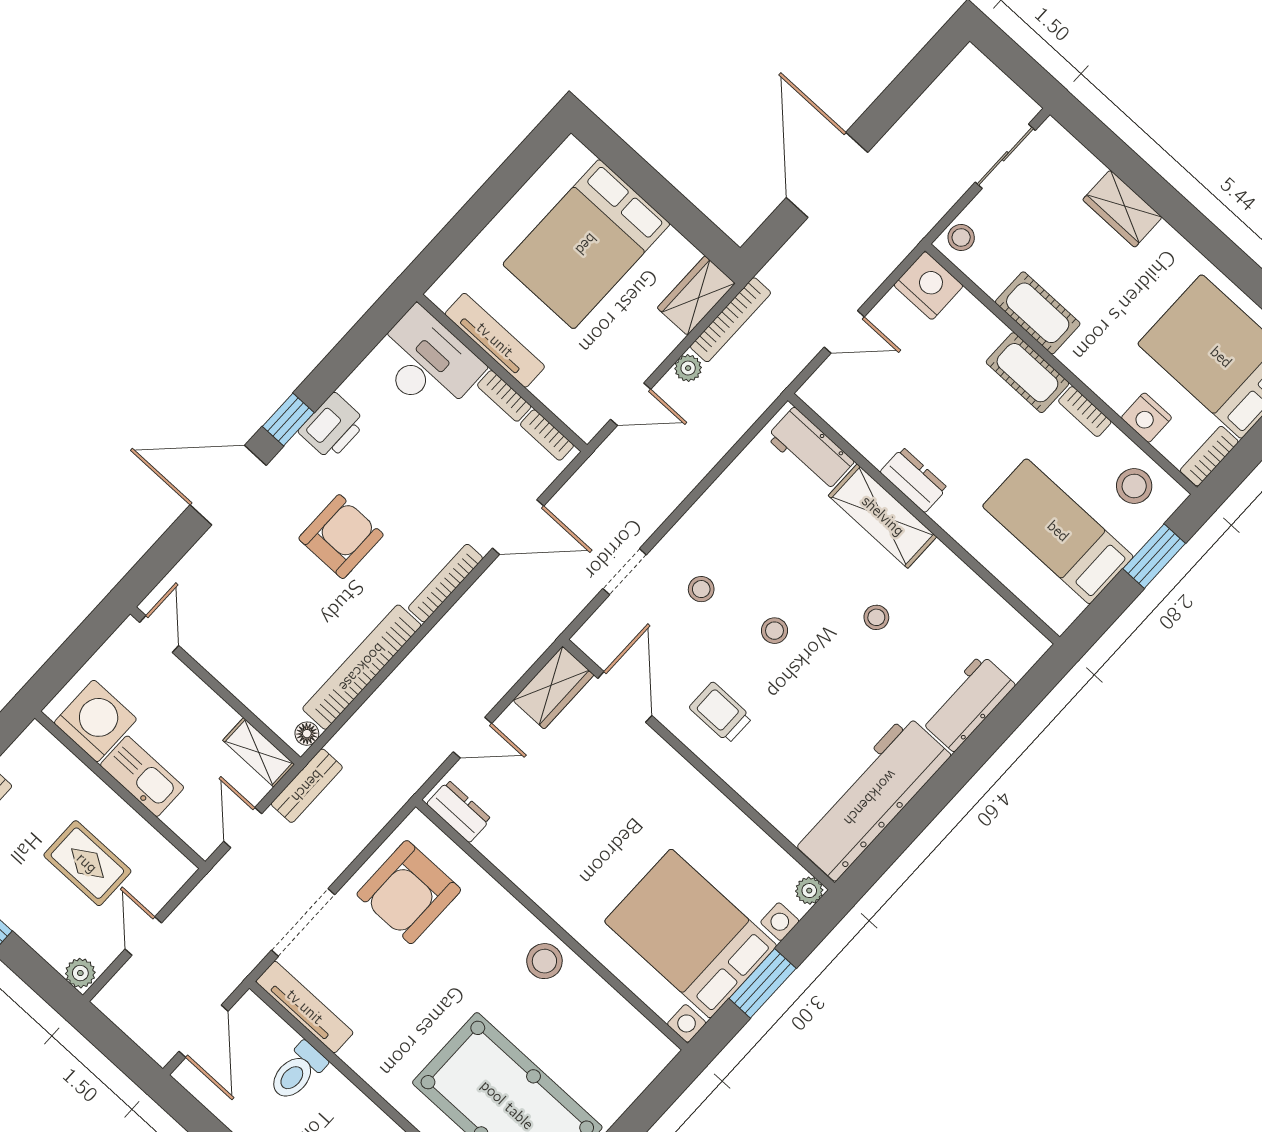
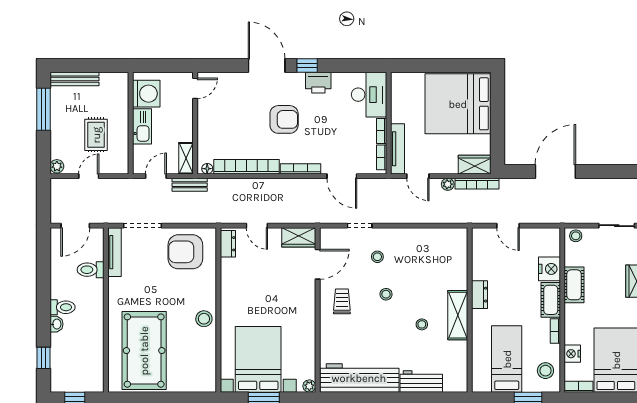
bed: (586, 244) -> (458, 104), width x1.36
nightstand: (928, 286) -> (550, 269), moved
tv unit: (495, 340) -> (397, 149), moved
workbench: (810, 449) -> (458, 250), removed
shelving: (883, 516) -> (458, 315), moved

